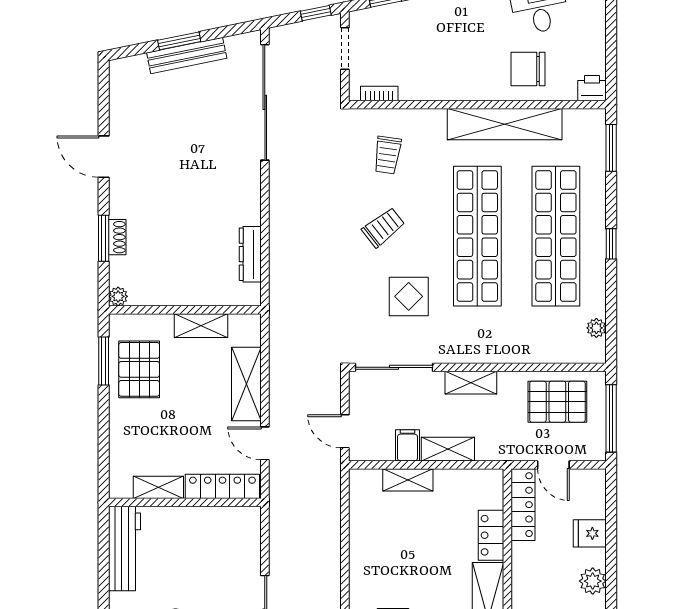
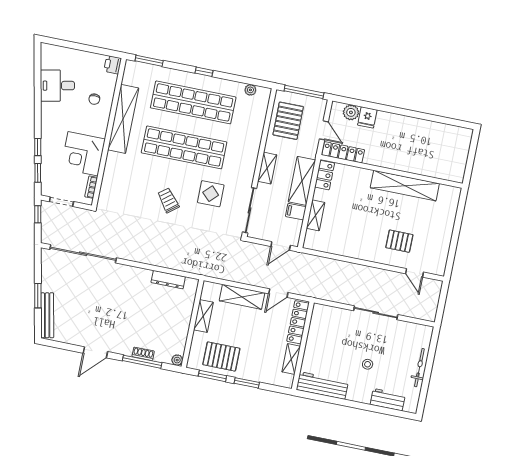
bench: (187, 55) -> (47, 315), moved
corner desk: (433, 68) -> (83, 154), added
chair: (528, 69) -> (94, 99), width x0.54, depth x0.54
trolley: (387, 155) -> (127, 190), removed
window: (104, 238) -> (142, 362), width x1.44
window: (104, 421) -> (247, 383), added
shelving: (448, 449) -> (302, 181), width x1.50, depth x1.33
door: (553, 465) -> (324, 130), hinge flipped
locker: (491, 535) -> (325, 175), moved, turned -90
plant: (593, 581) -> (351, 112), moved

